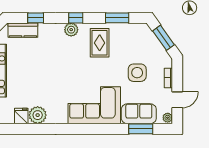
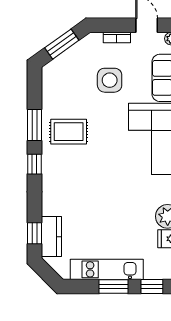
window: (36, 18) -> (35, 233), moved
window: (117, 18) -> (35, 125), moved
plant: (71, 30) -> (51, 170), removed

